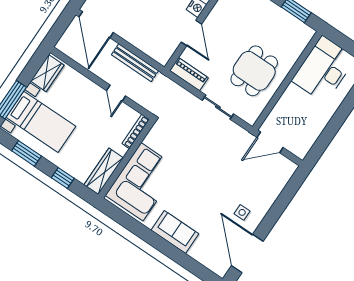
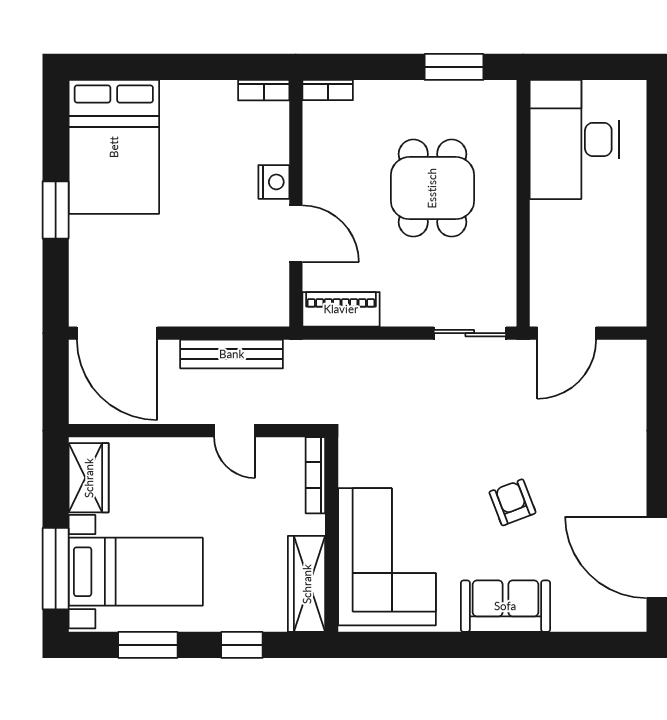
dining table: (254, 71) -> (432, 188), moved
sliding door: (218, 107) -> (470, 333), moved
armchair: (205, 194) -> (513, 502), added
side table: (242, 212) -> (601, 491), removed

